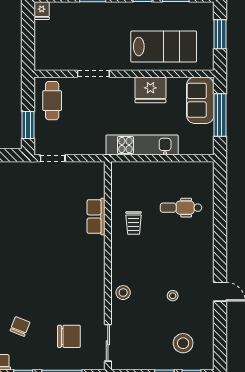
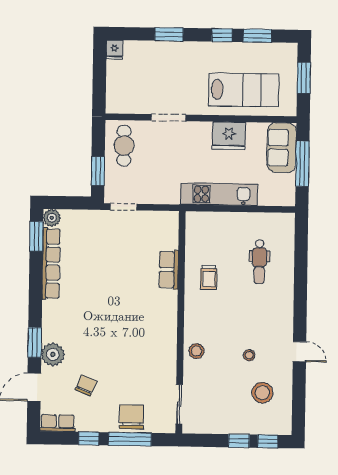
dental chair: (181, 208) -> (259, 262), turned -90
chair: (69, 336) -> (132, 417), moved, turned -90
stool: (183, 343) -> (262, 393), moved

